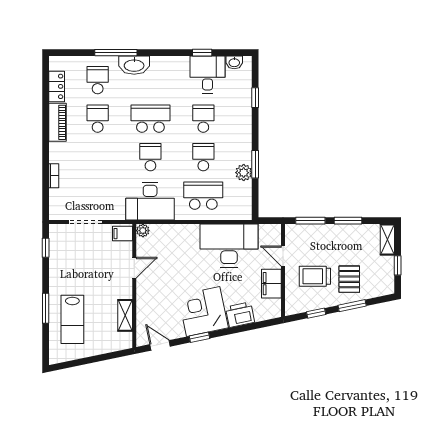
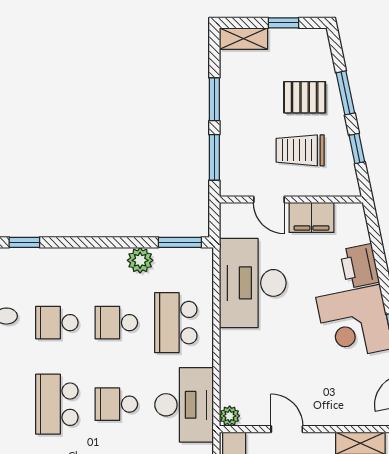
window: (255, 164) -> (180, 242), moved
door: (283, 256) -> (269, 199), hinge flipped
trolley: (315, 276) -> (300, 150), turned 90

